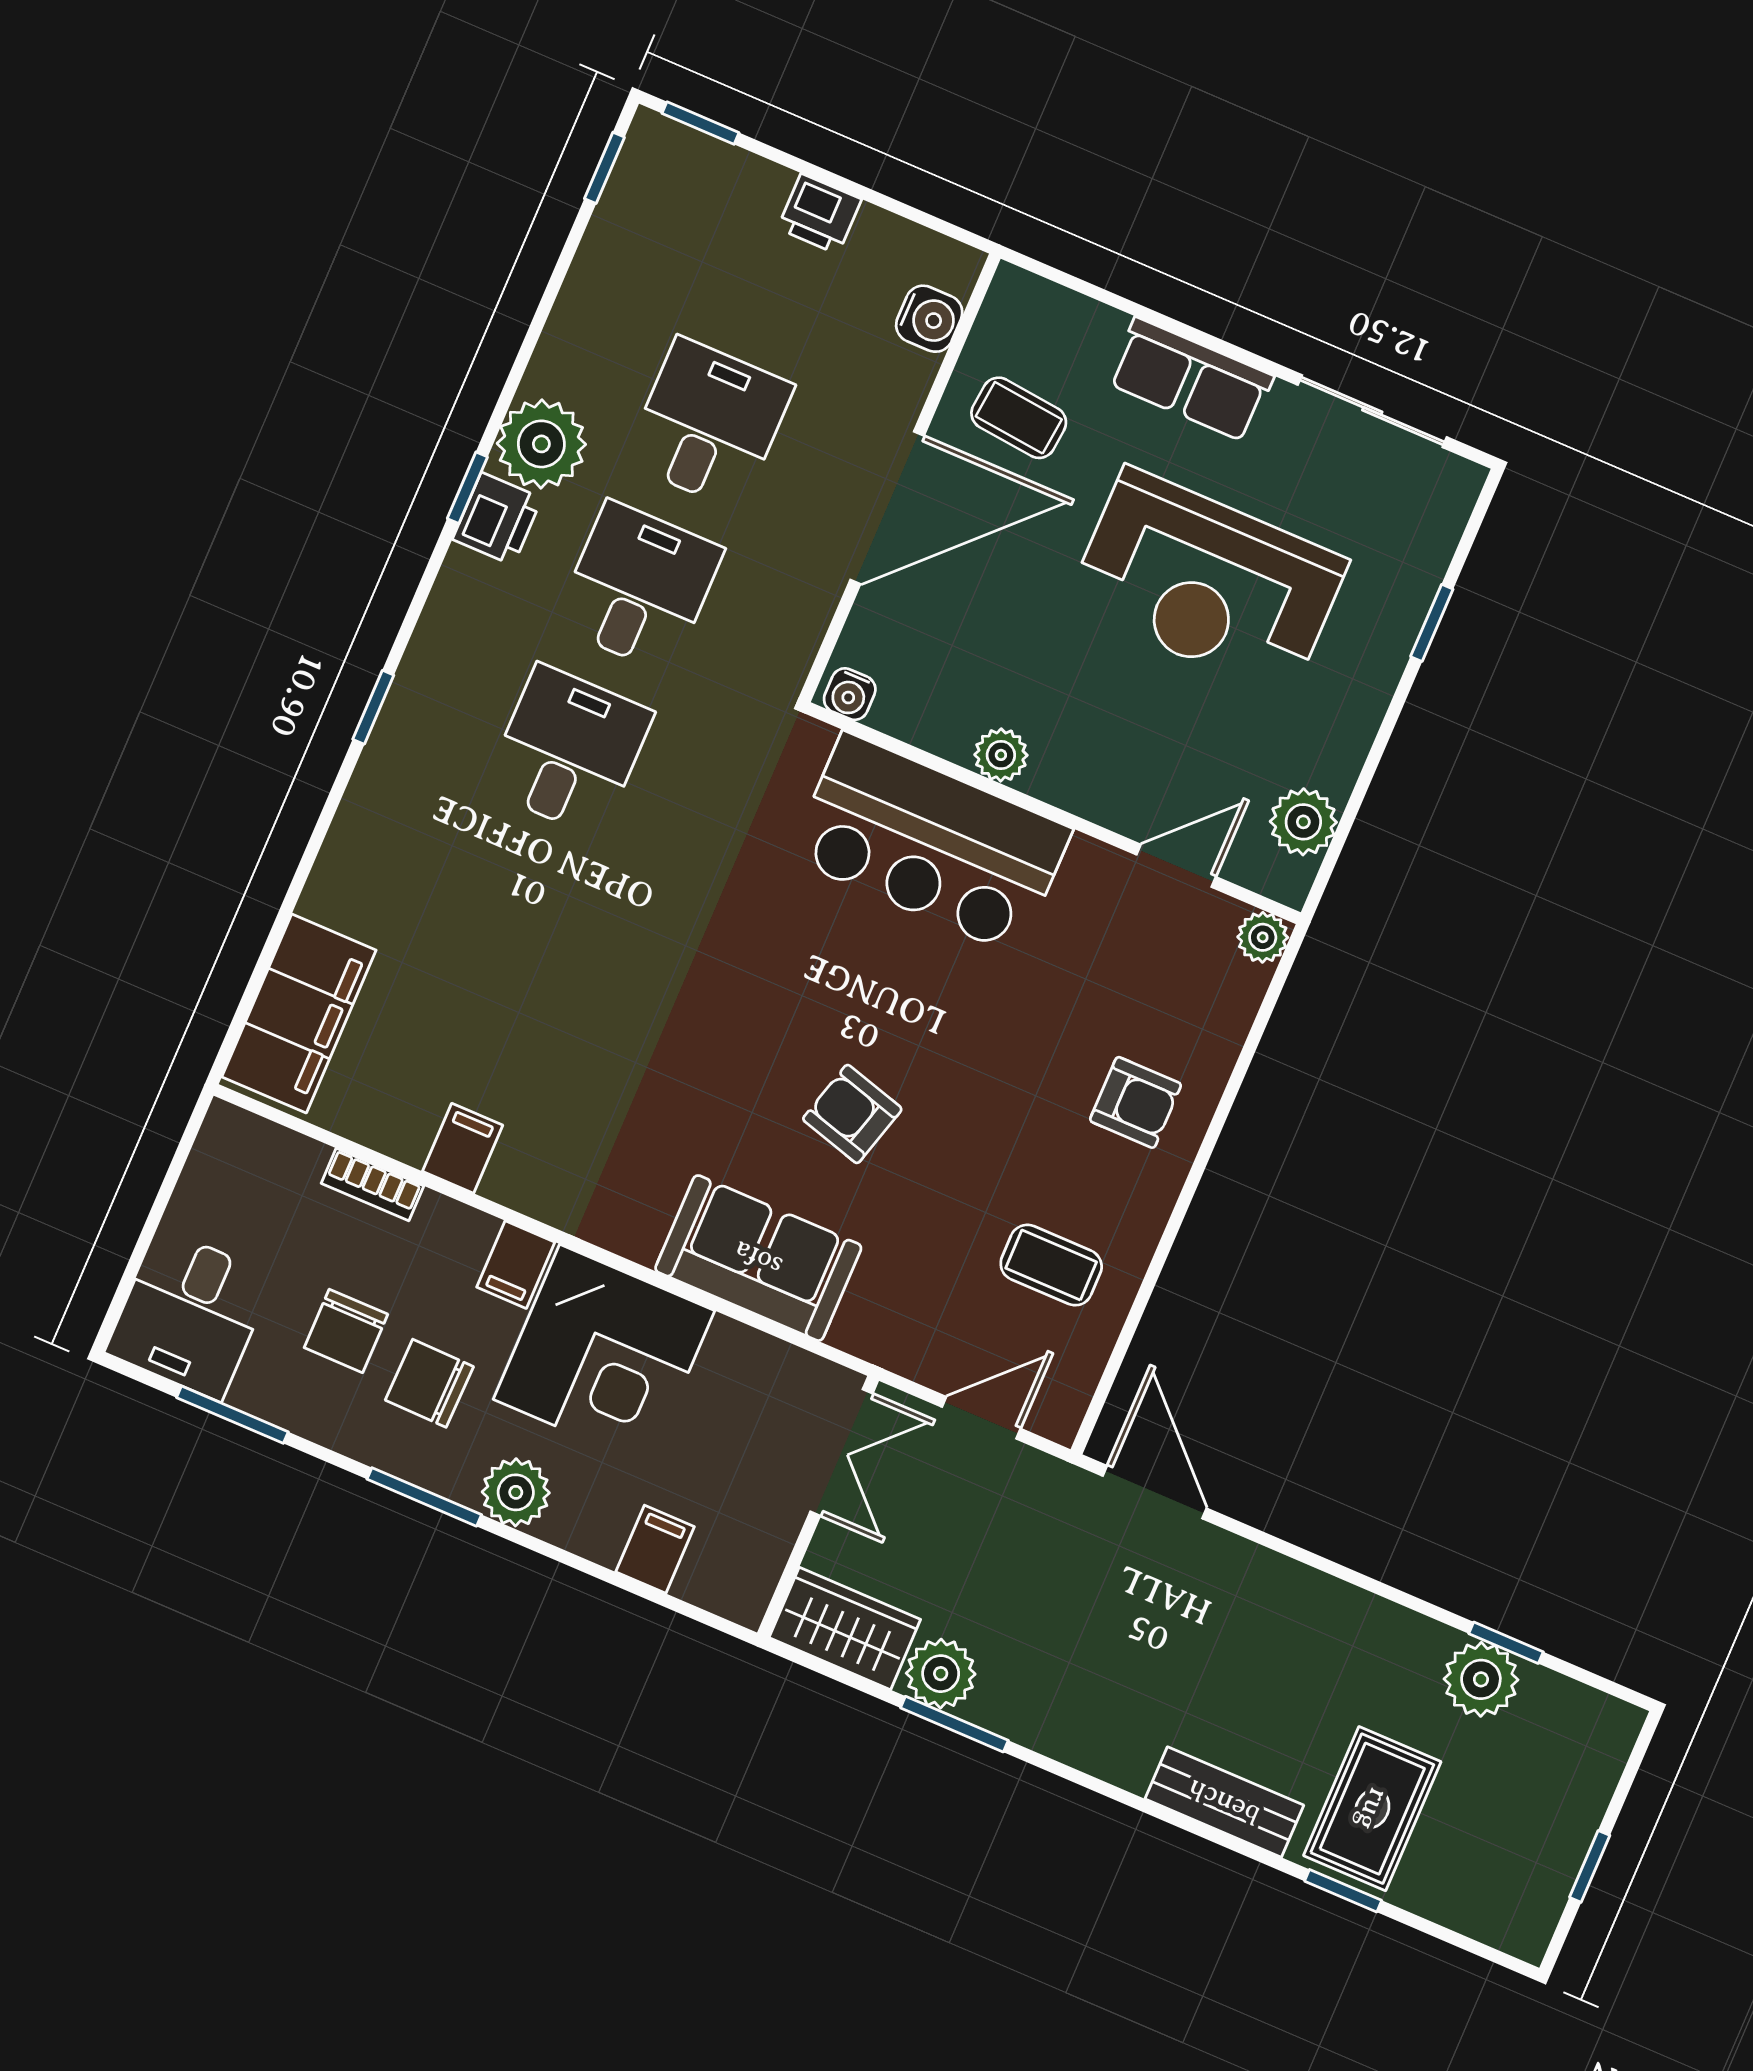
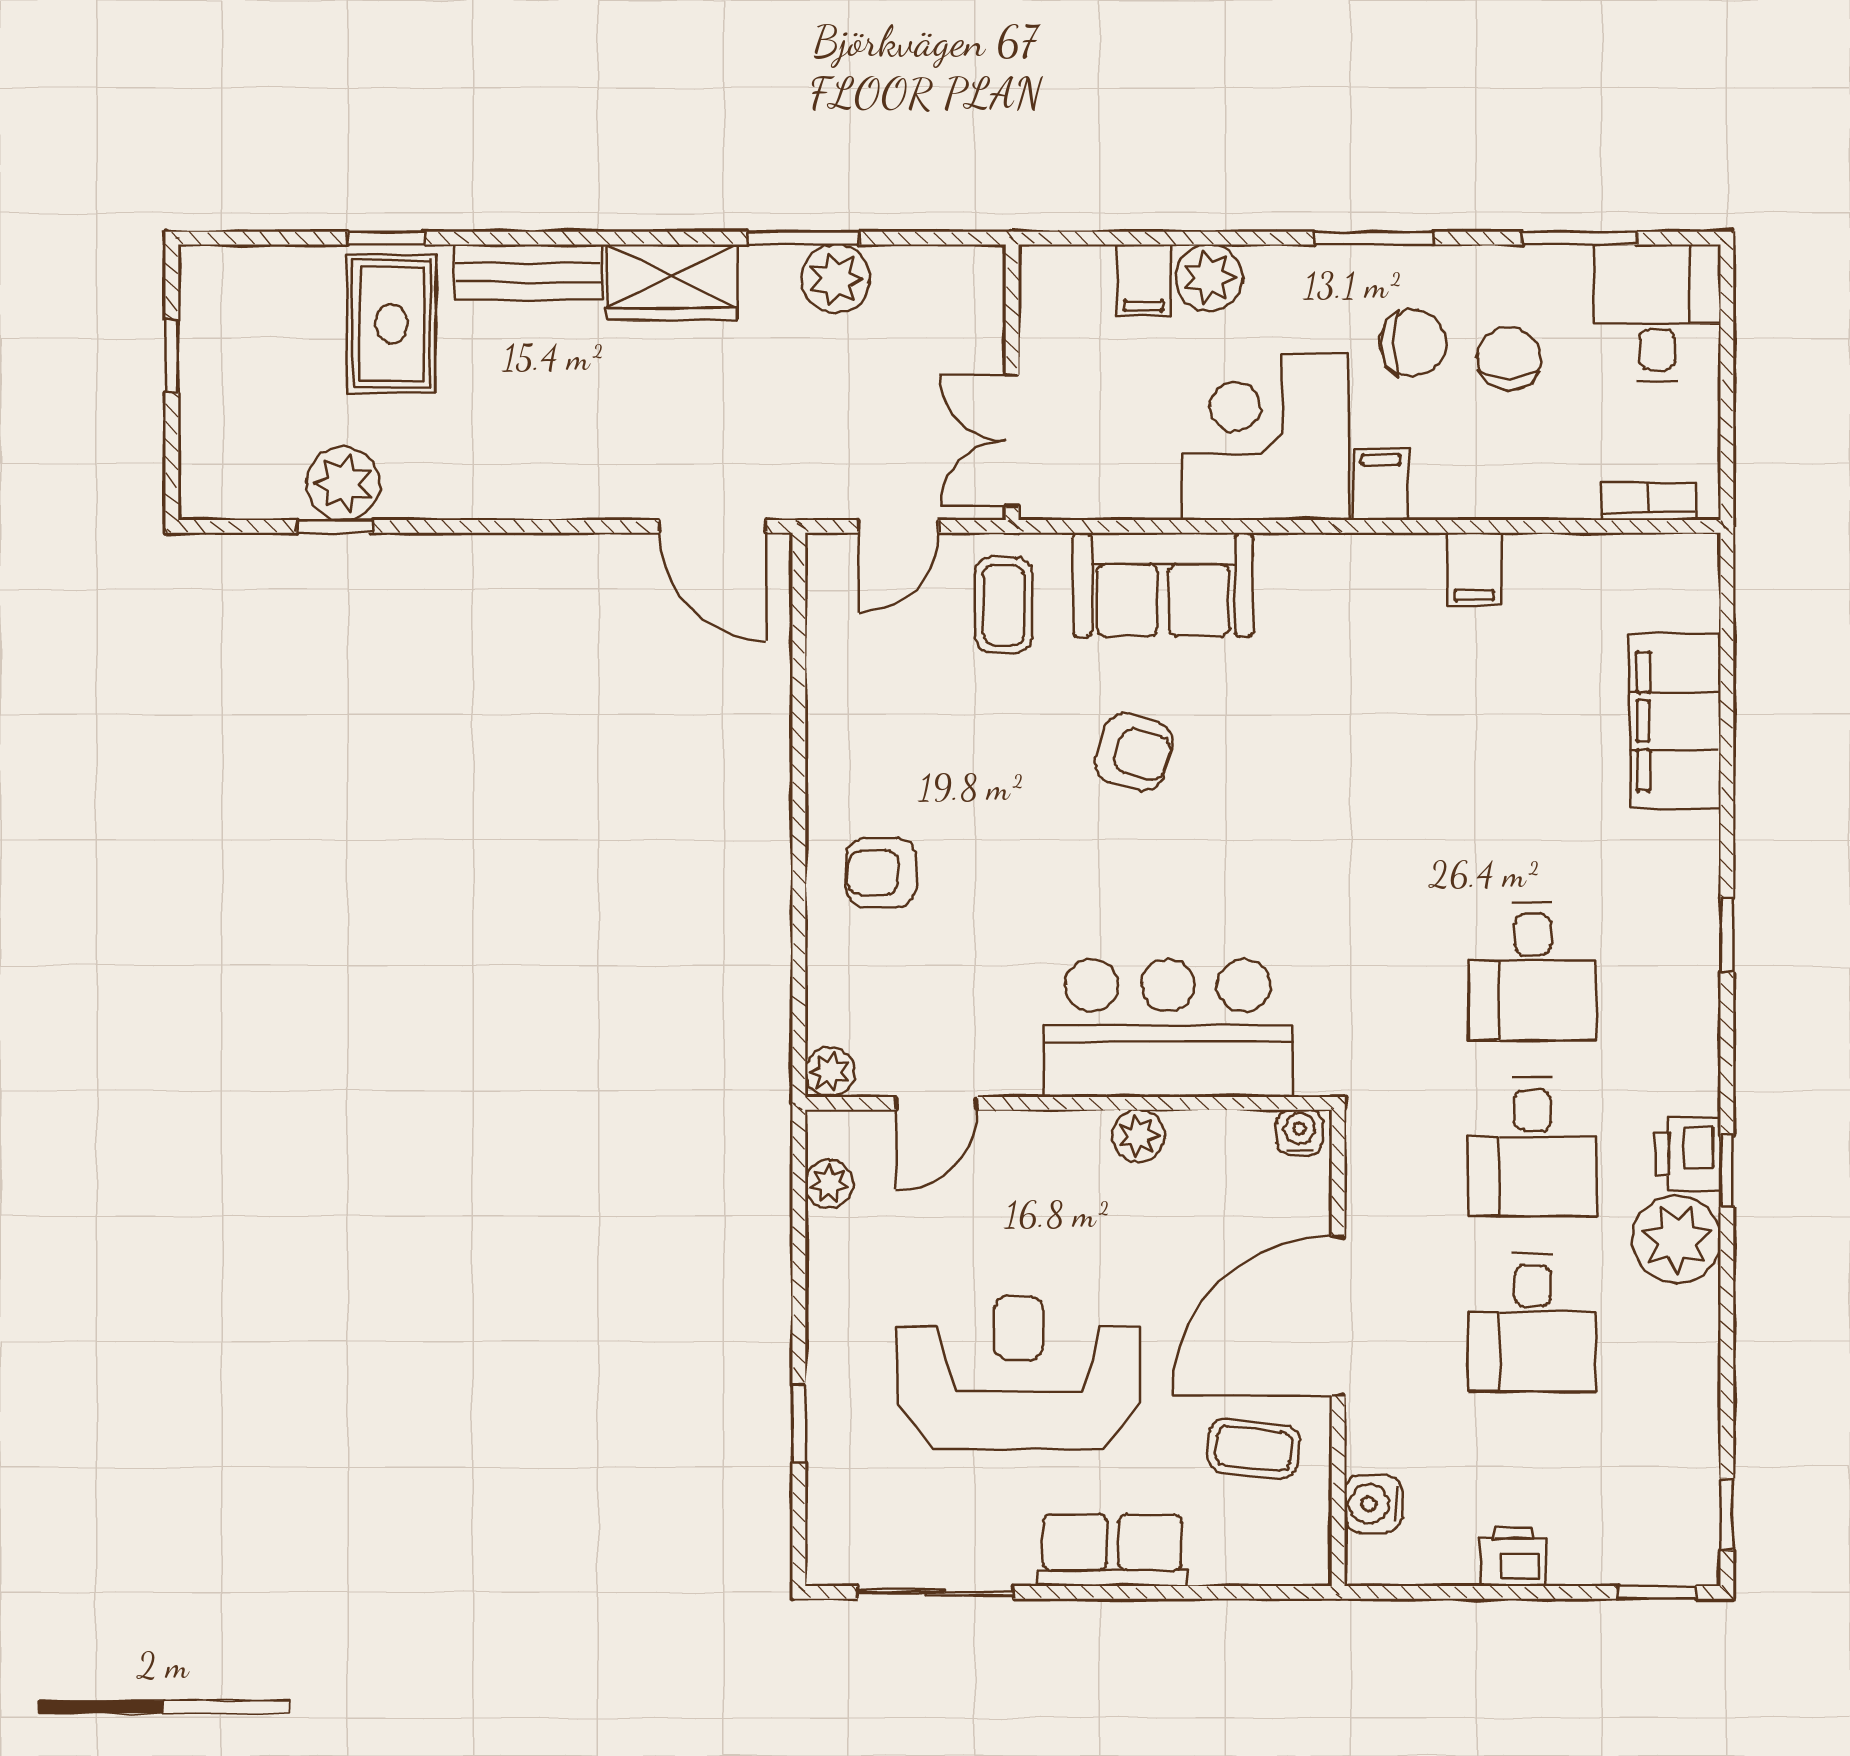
plant: (1303, 822) -> (829, 1184), width x0.73, depth x0.73
filing cabinet: (299, 1013) -> (1675, 721), moved
bookcase: (372, 1185) -> (1649, 501), moved
coffee table: (1051, 1265) -> (1003, 605), moved, turned 90
plant: (516, 1492) -> (1209, 278), moved
wardrobe: (845, 1628) -> (672, 282), moved

